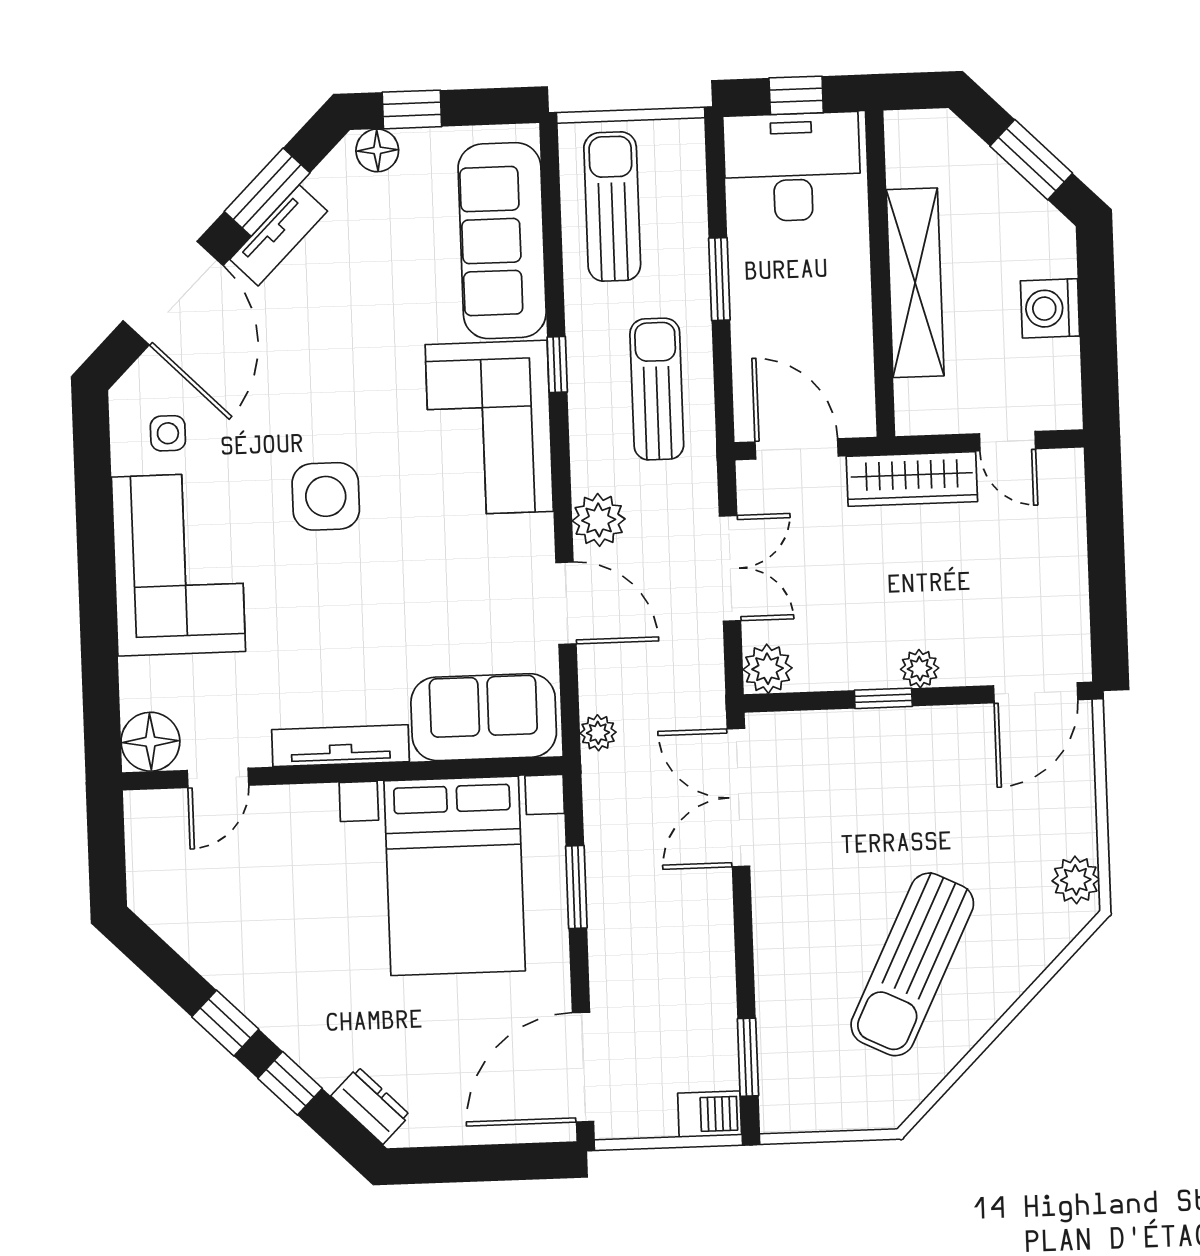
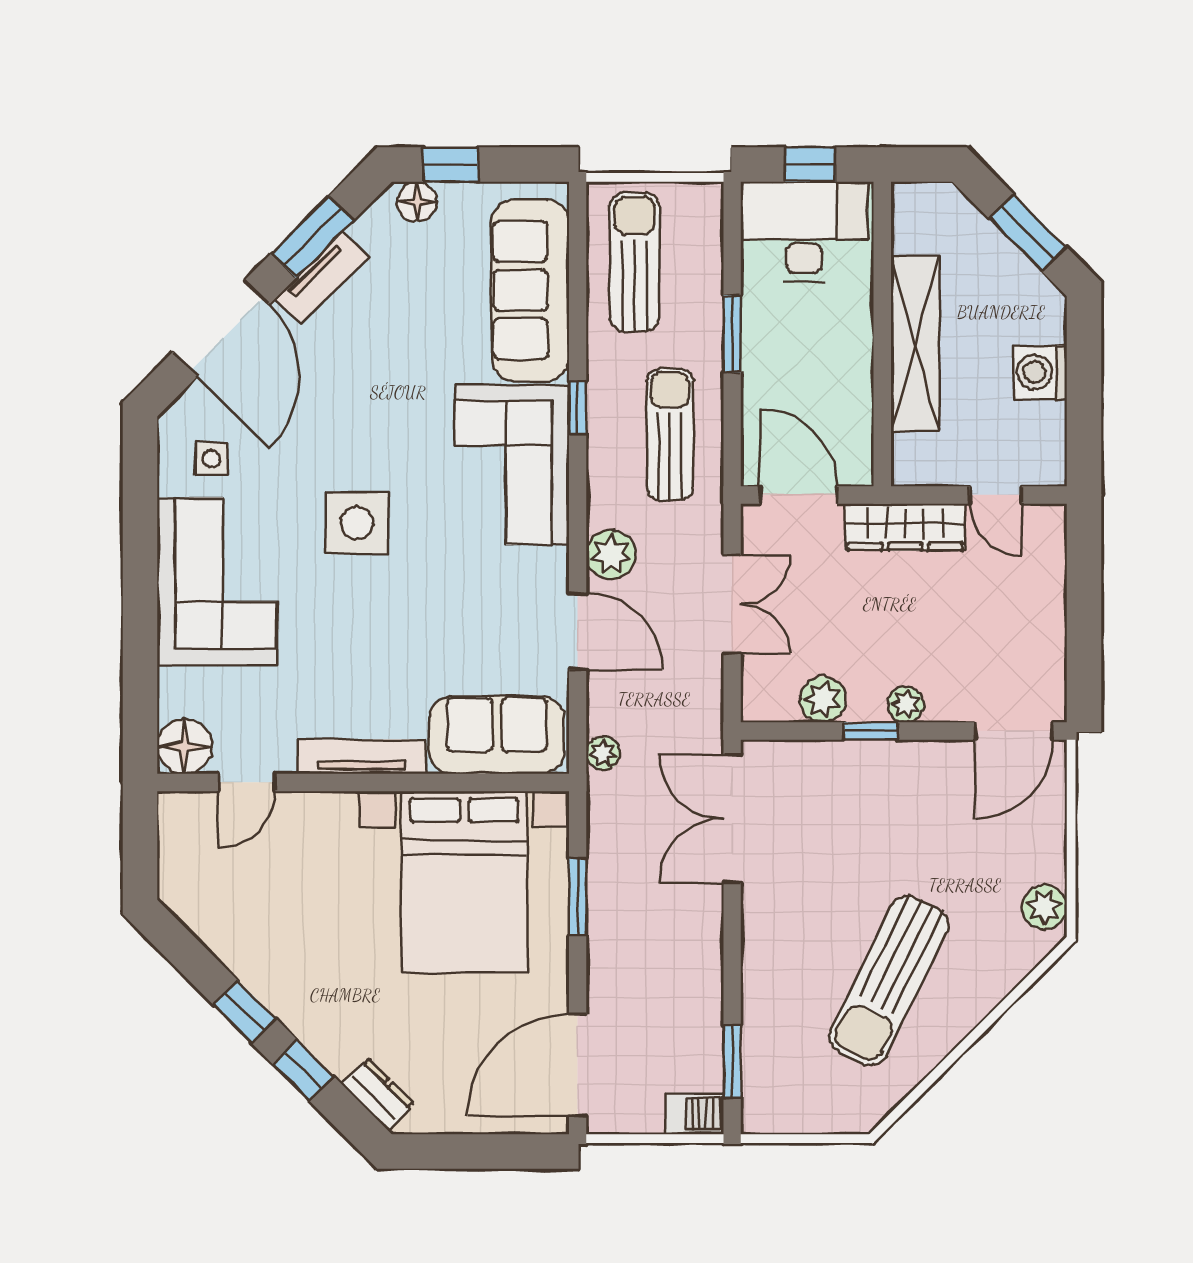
plant: (768, 669) -> (823, 699), moved

